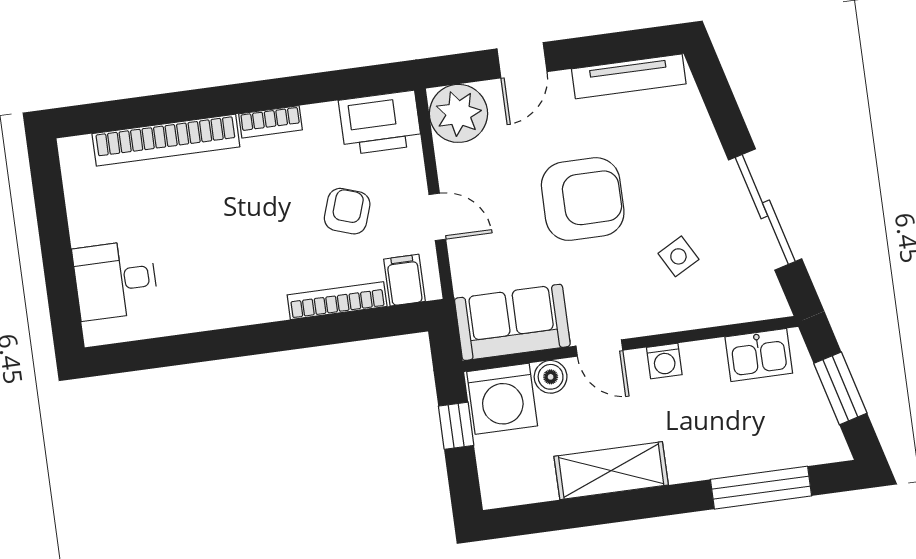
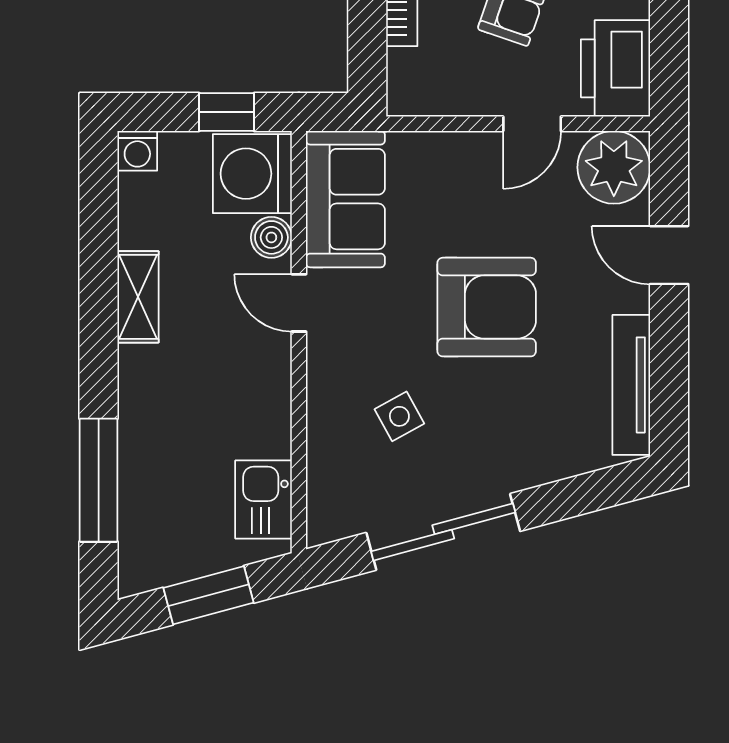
armchair: (583, 199) -> (487, 307), turned -90
door: (437, 217) -> (532, 124), moved
filing cabinet: (405, 280) -> (416, 72), removed
door: (599, 348) -> (299, 303), hinge flipped
washing machine: (664, 361) -> (137, 151), moved, turned -90
shelving: (611, 471) -> (138, 297), width x0.67, depth x0.75

